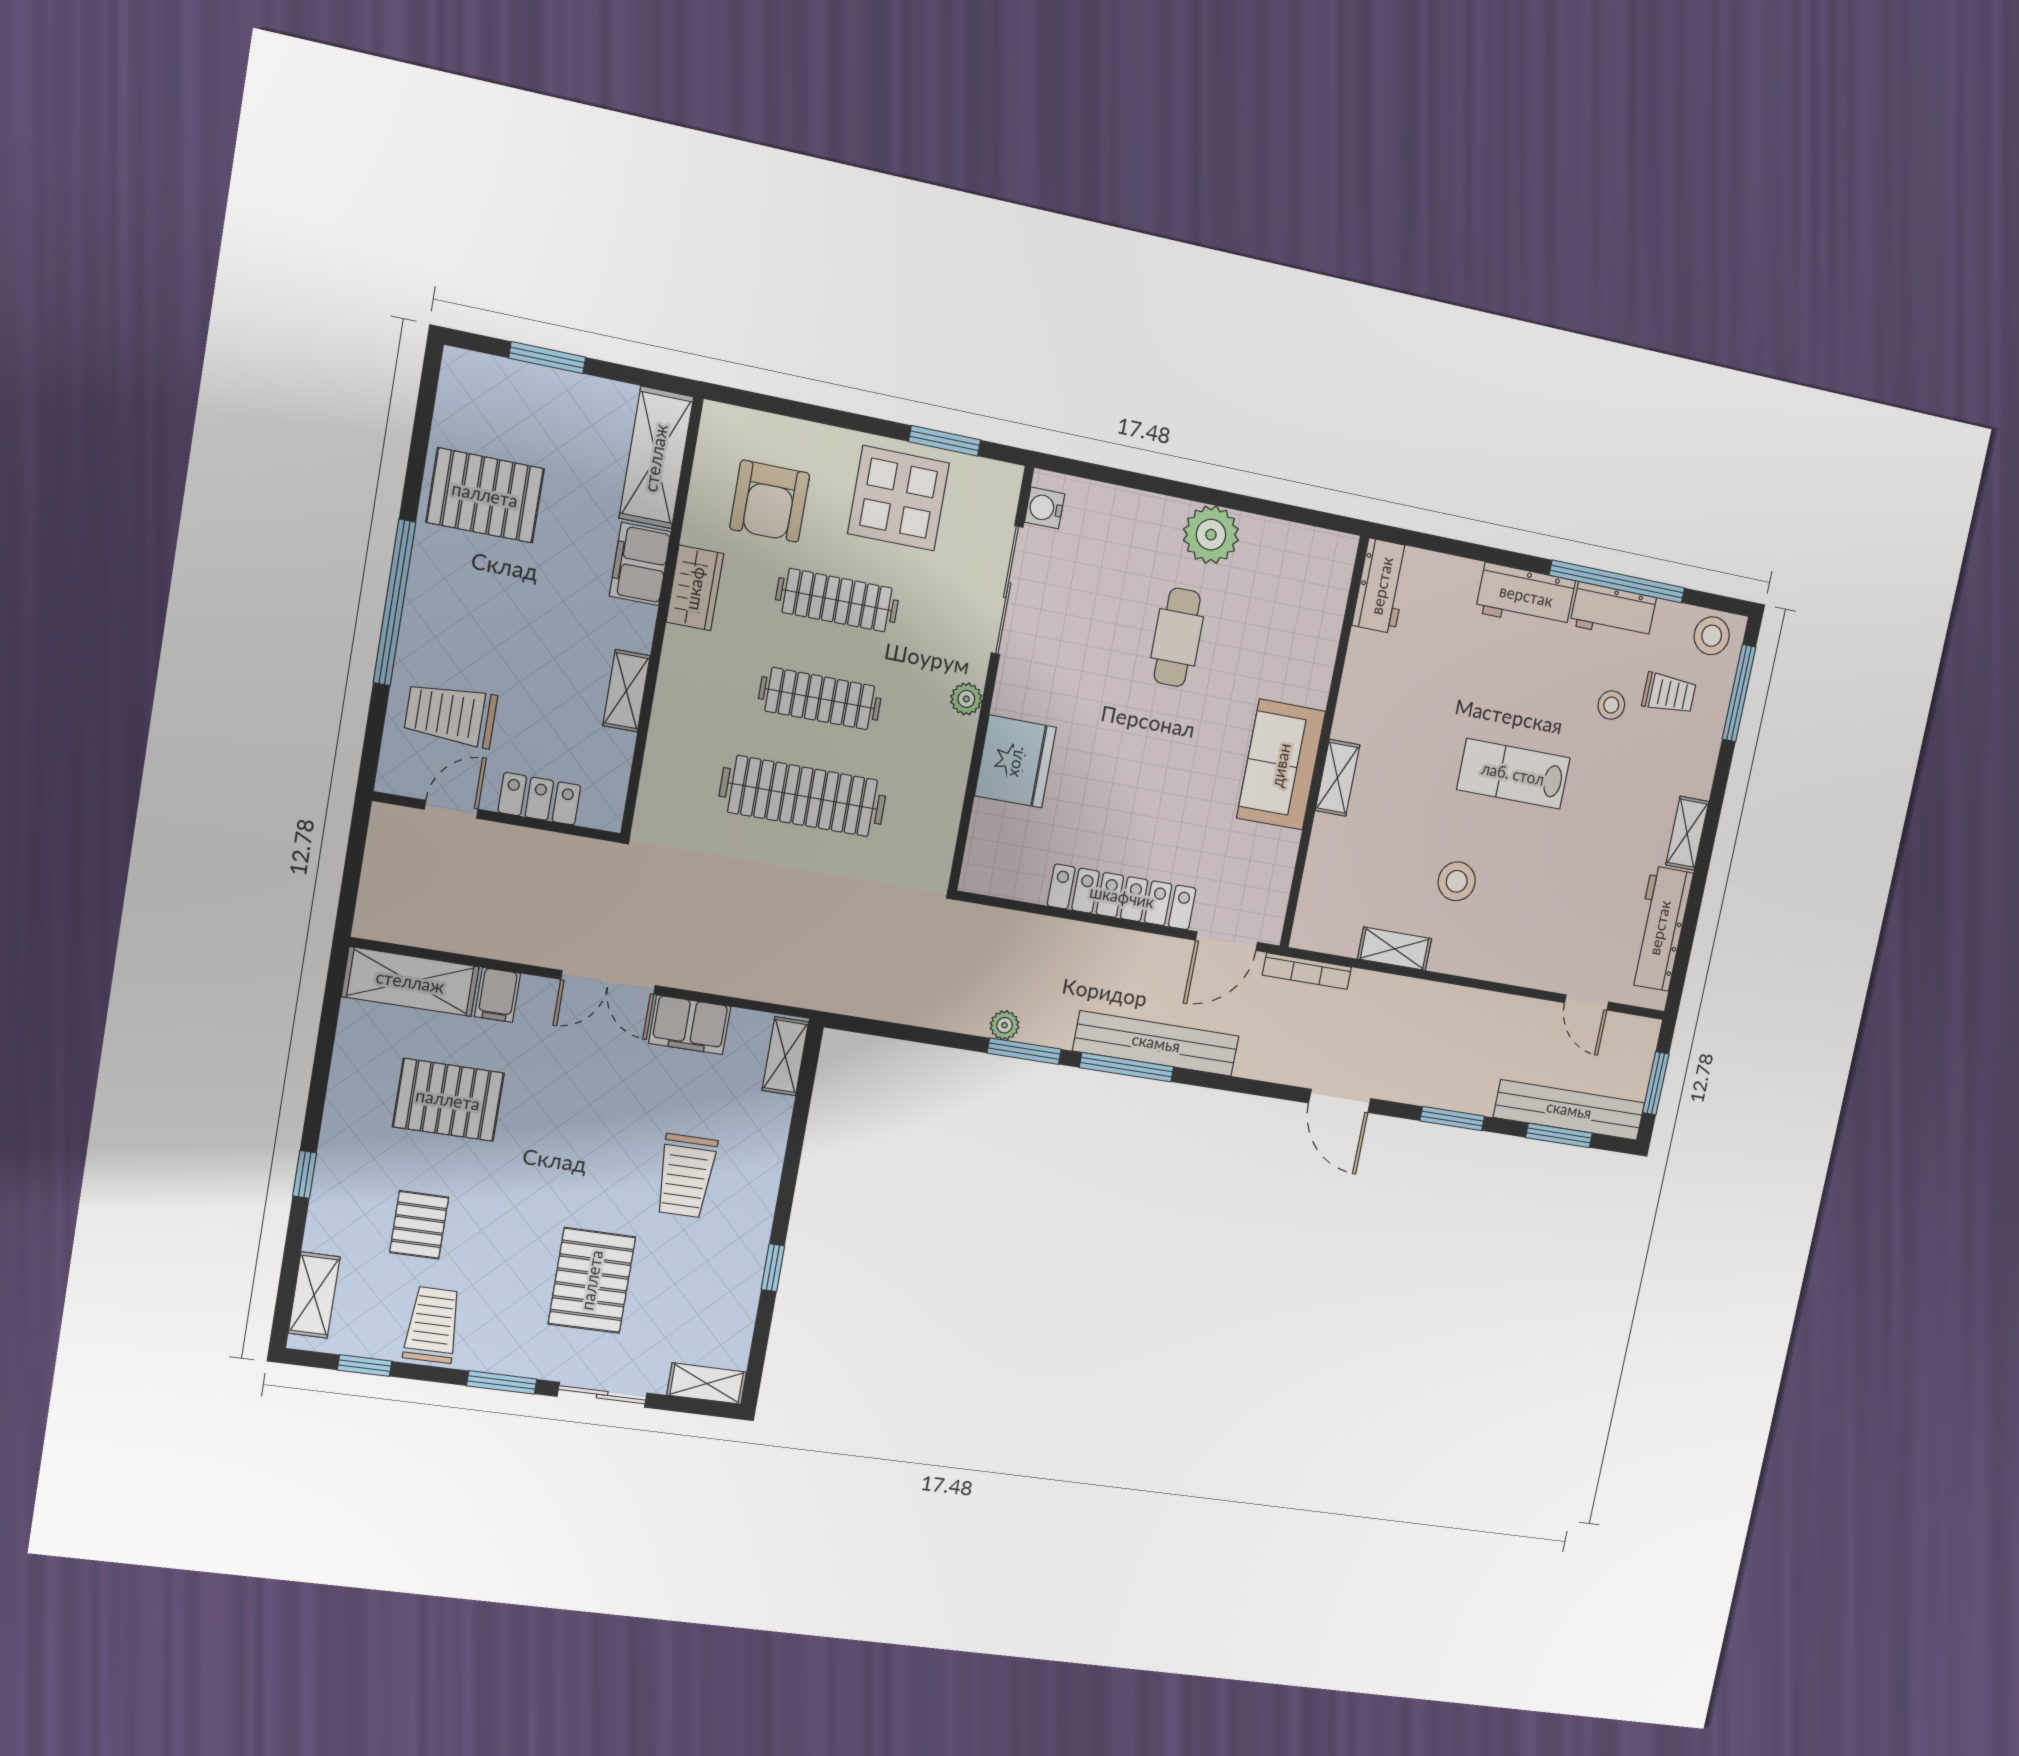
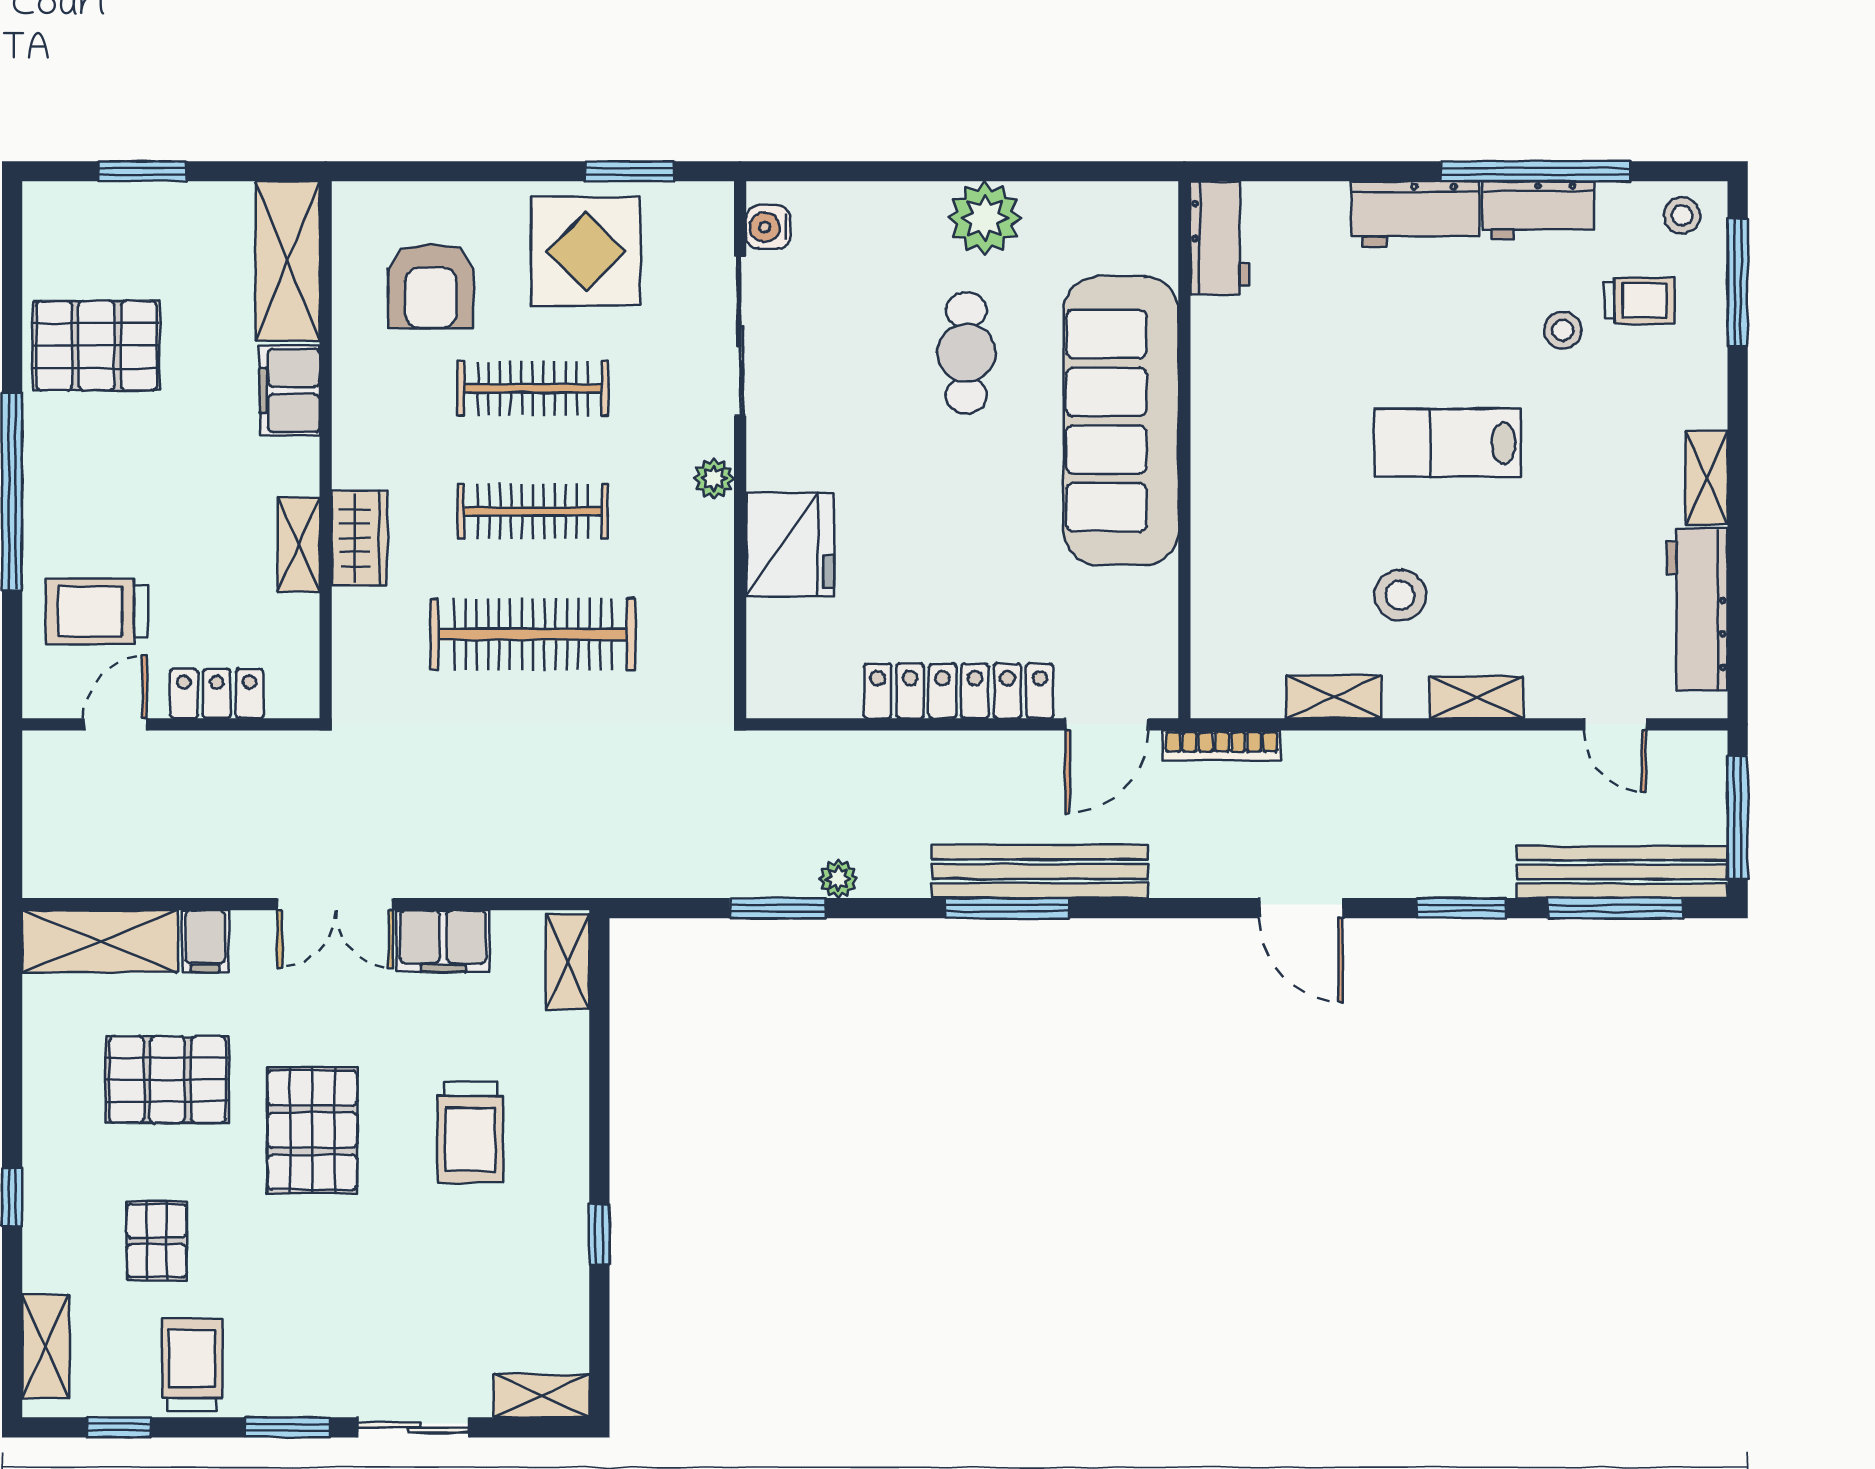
wardrobe: (695, 588) -> (359, 538), moved
stool: (1712, 636) -> (1682, 215), width x0.73, depth x0.73
sofa: (1281, 765) -> (1121, 421), width x1.85, depth x1.27
shelving: (1337, 778) -> (1477, 697), moved, turned 90
window: (1024, 1051) -> (777, 908), moved
window: (1656, 1083) -> (1738, 817), width x1.44
window: (1559, 1135) -> (1616, 908), width x1.44
pallet: (592, 1280) -> (312, 1130), moved

